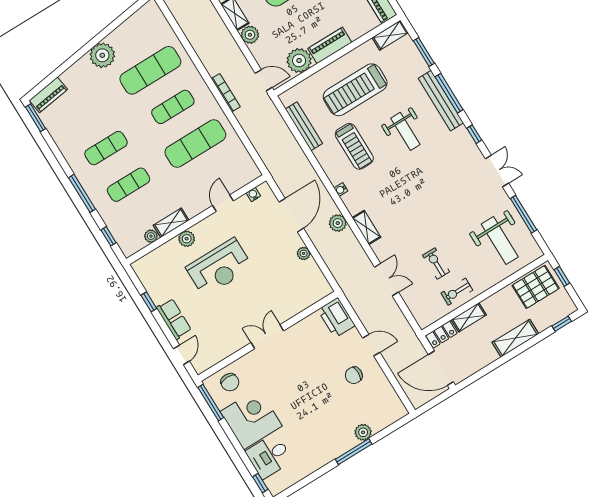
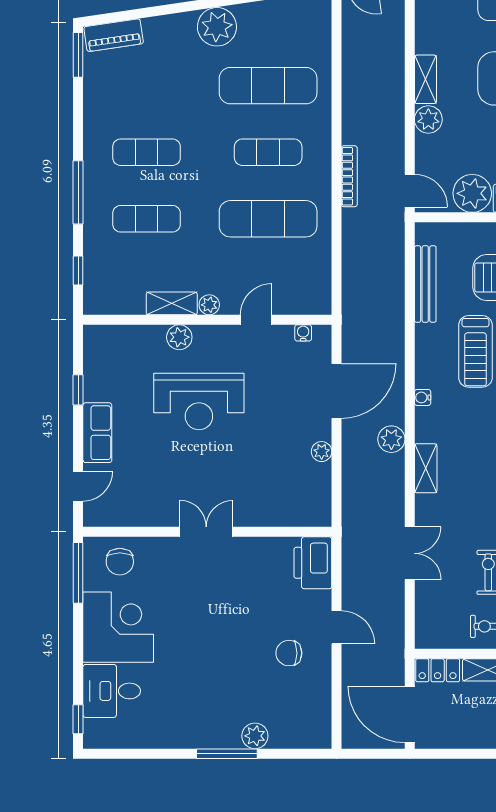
plant: (151, 236) -> (209, 305), moved

